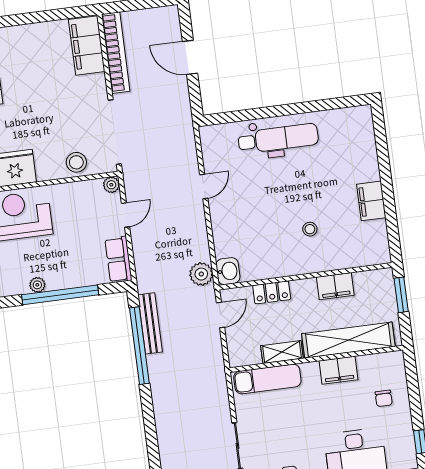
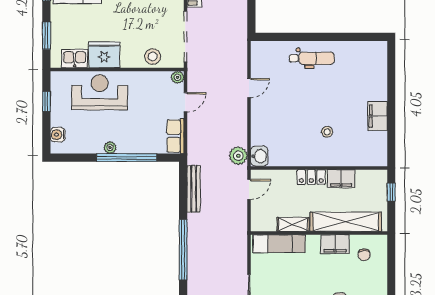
dental chair: (278, 138) -> (312, 58), width x0.73, depth x0.72
locker: (272, 292) -> (311, 177), moved
window: (401, 295) -> (391, 192), width x0.67
window: (139, 346) -> (183, 250), moved
chair: (384, 398) -> (364, 255), moved

